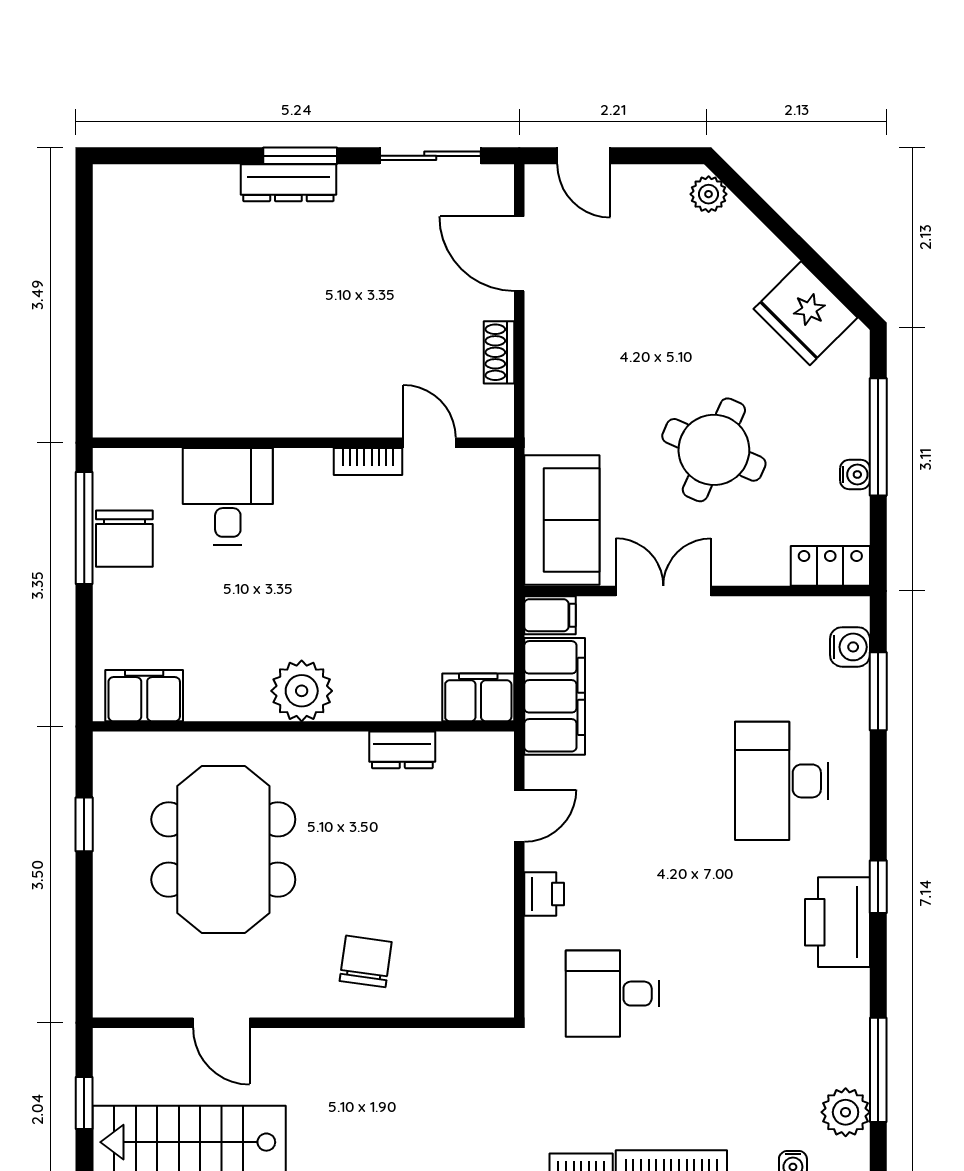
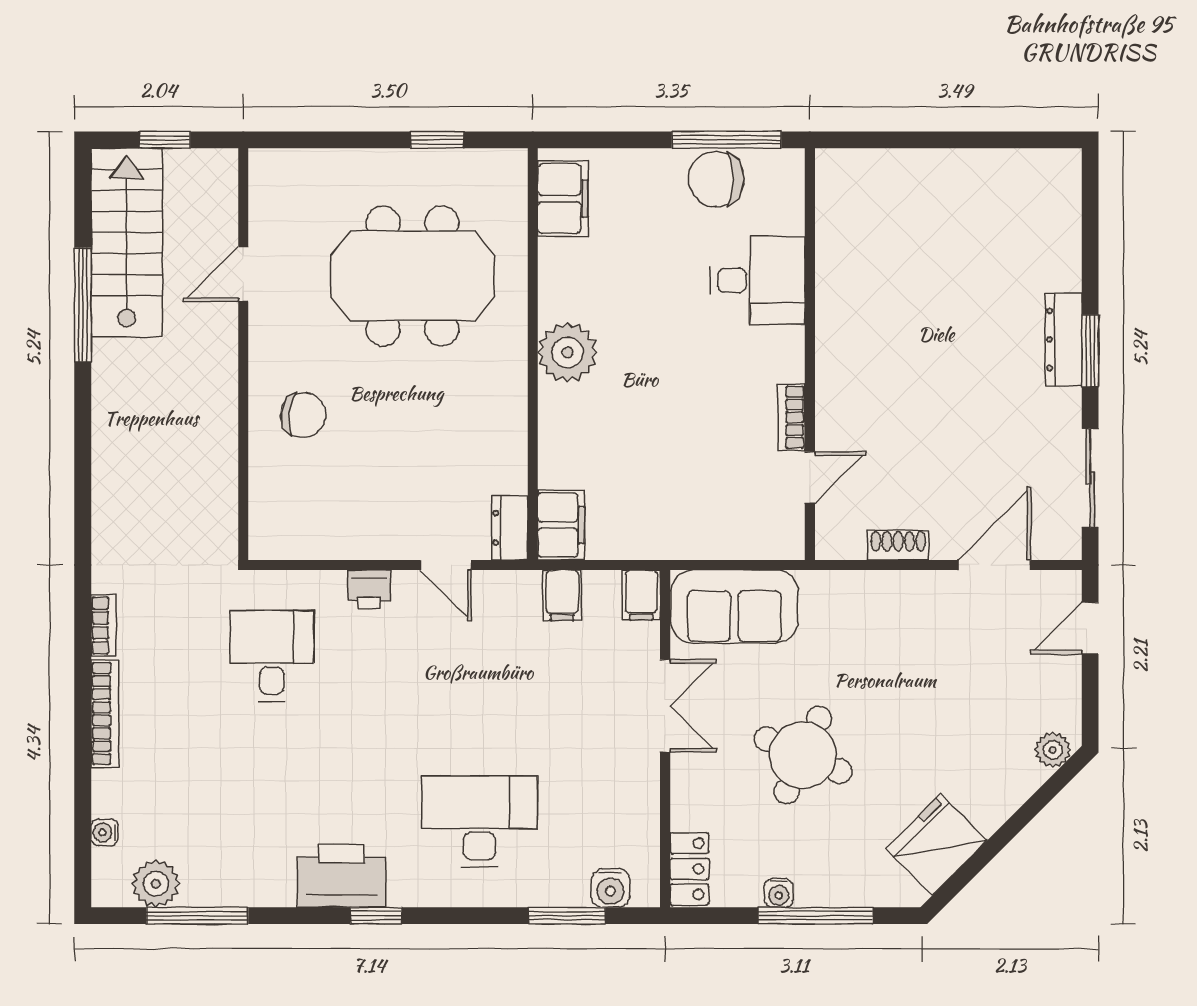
filing cabinet: (555, 696) -> (562, 595), width x0.33, depth x0.86
dresser: (402, 750) -> (510, 528), moved

